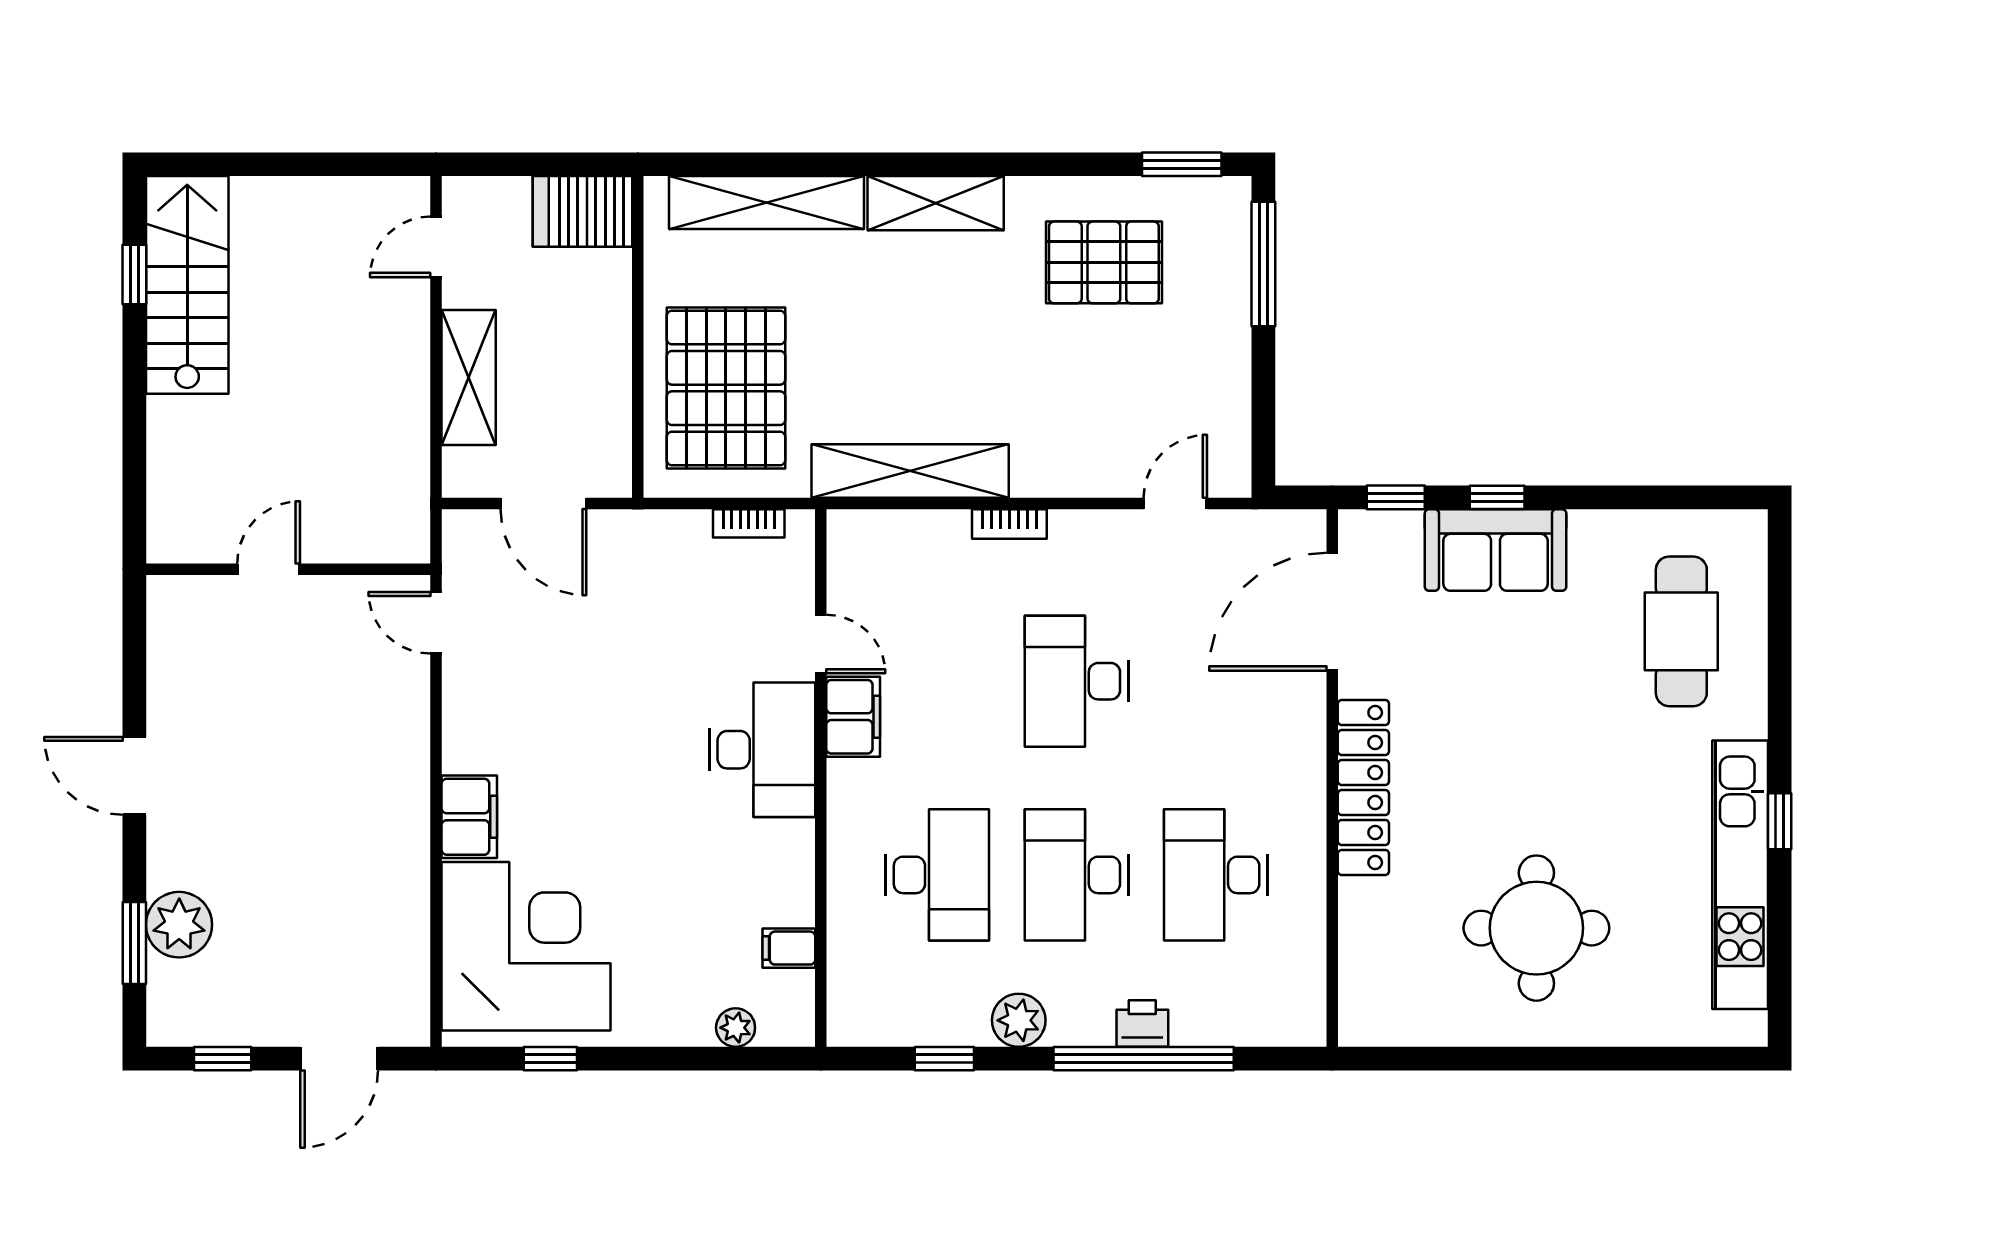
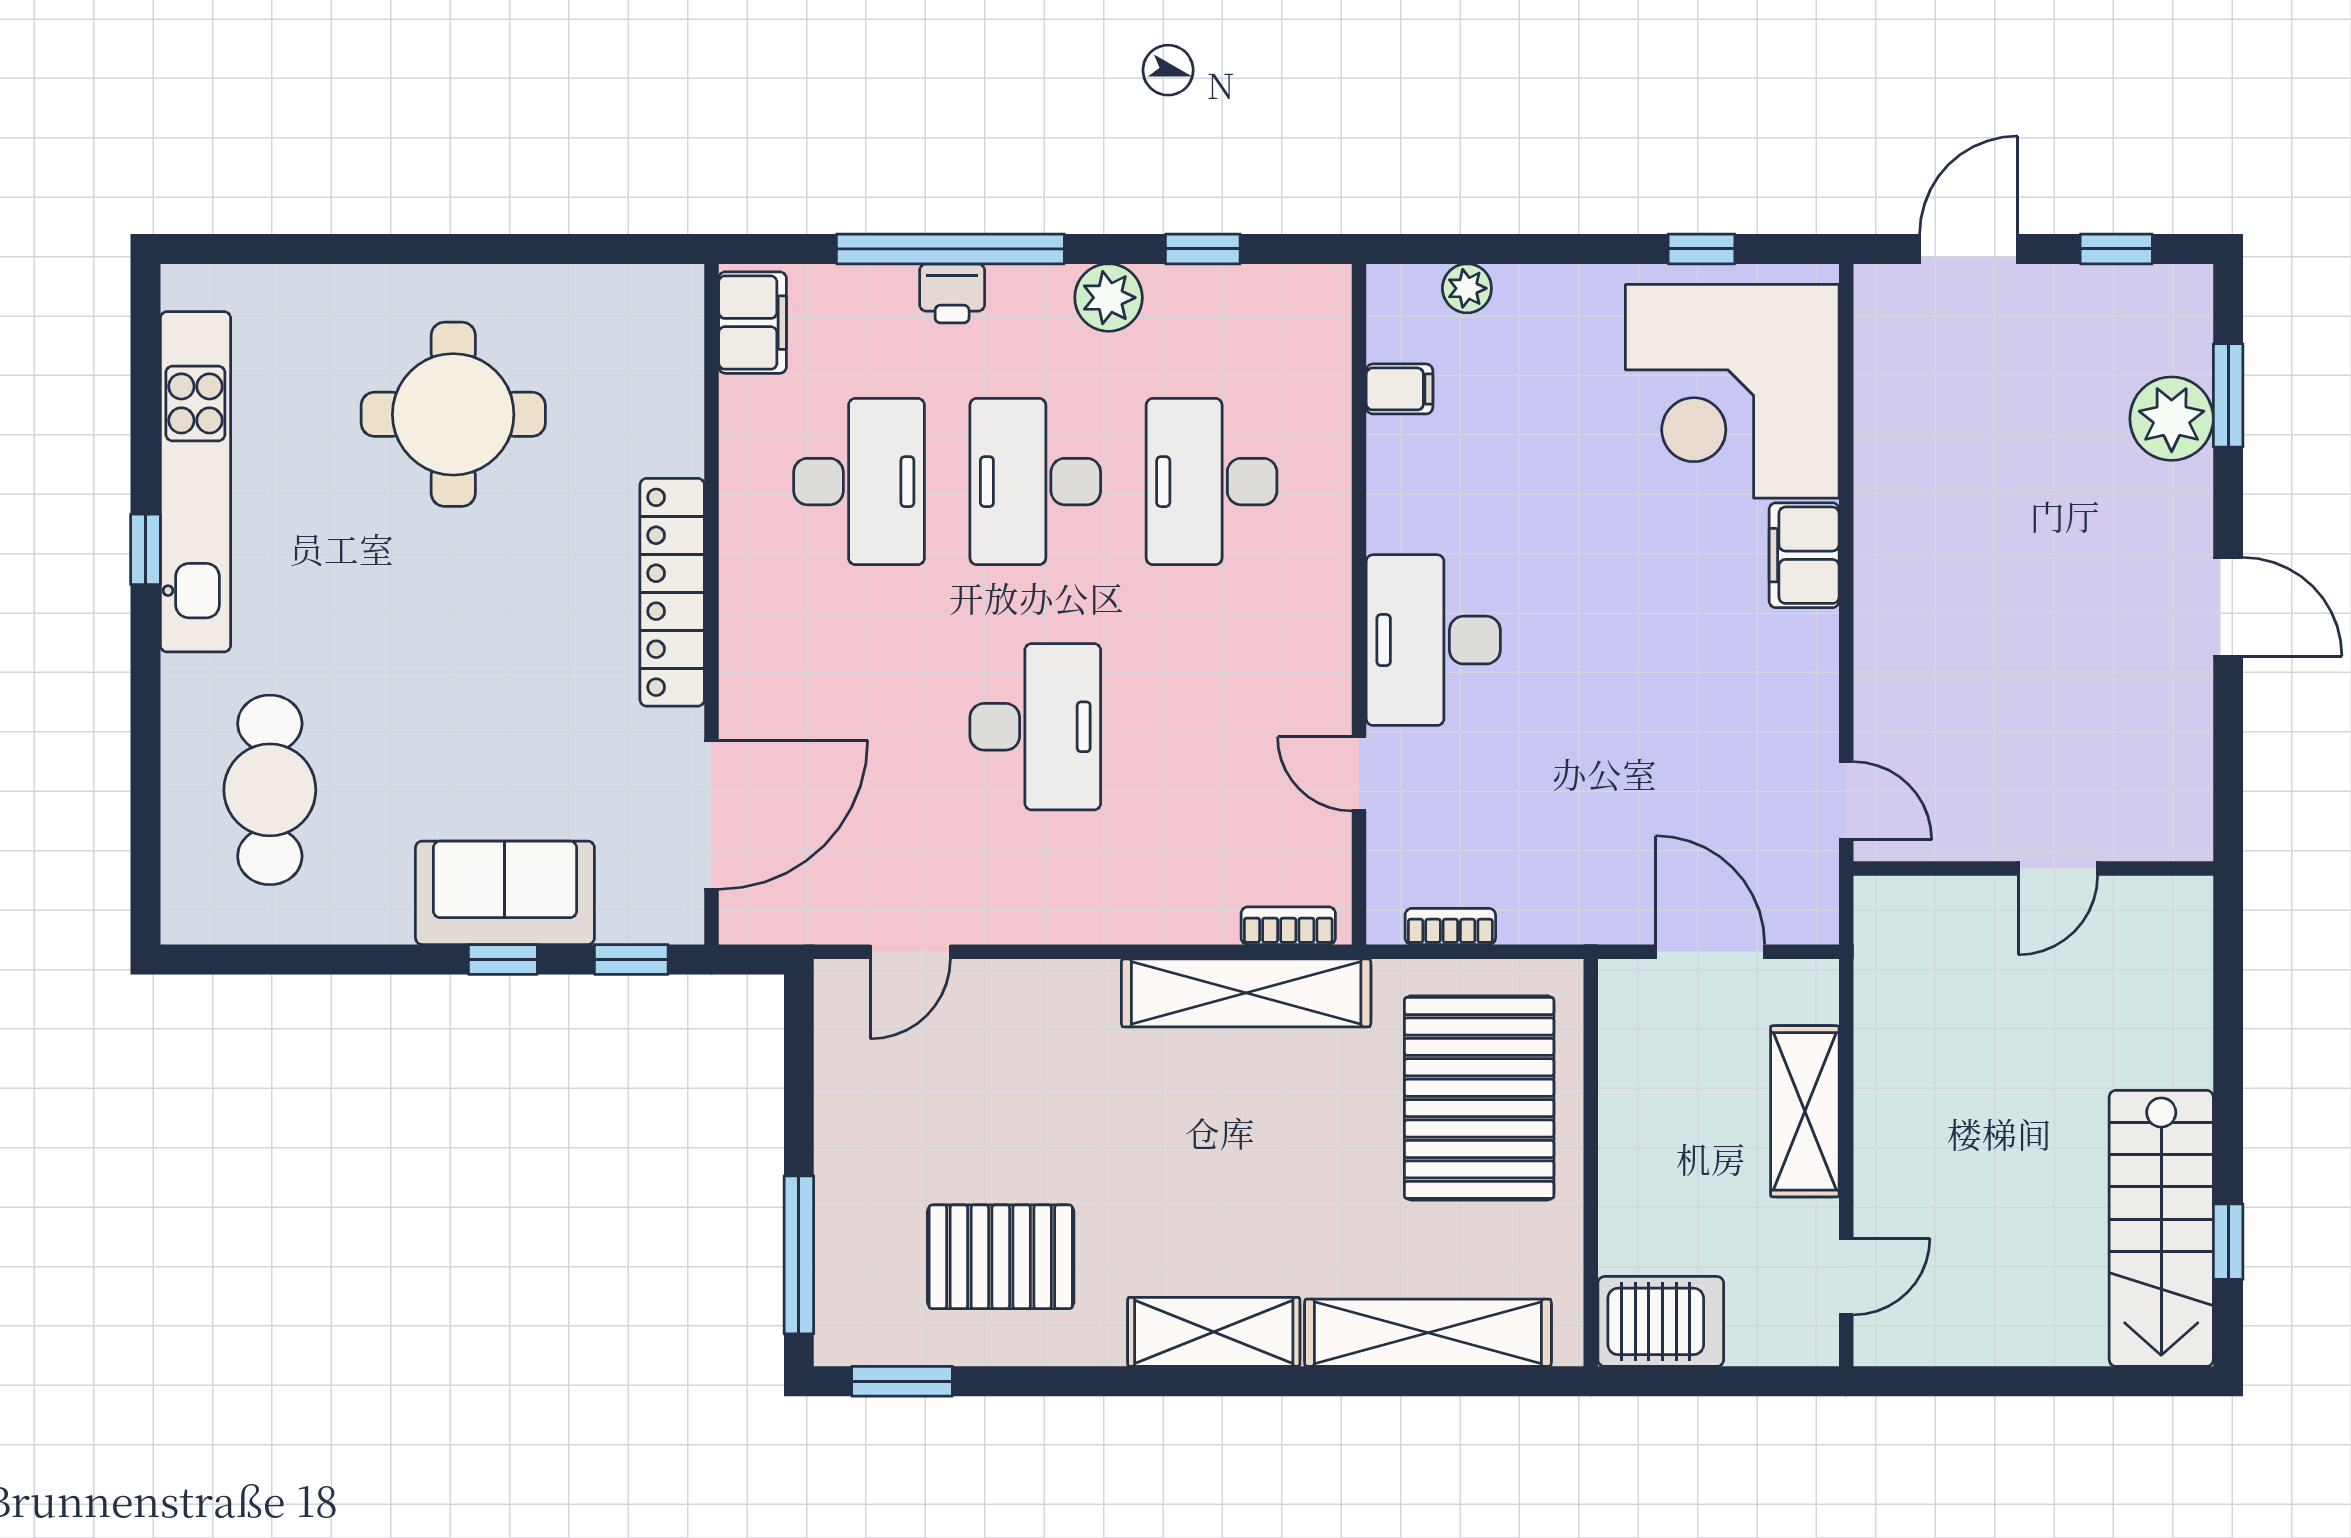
bookcase: (1009, 524) -> (1288, 926), moved
filing cabinet: (853, 717) -> (753, 323), moved, turned 180
desk: (1077, 875) -> (1035, 482), turned 180

